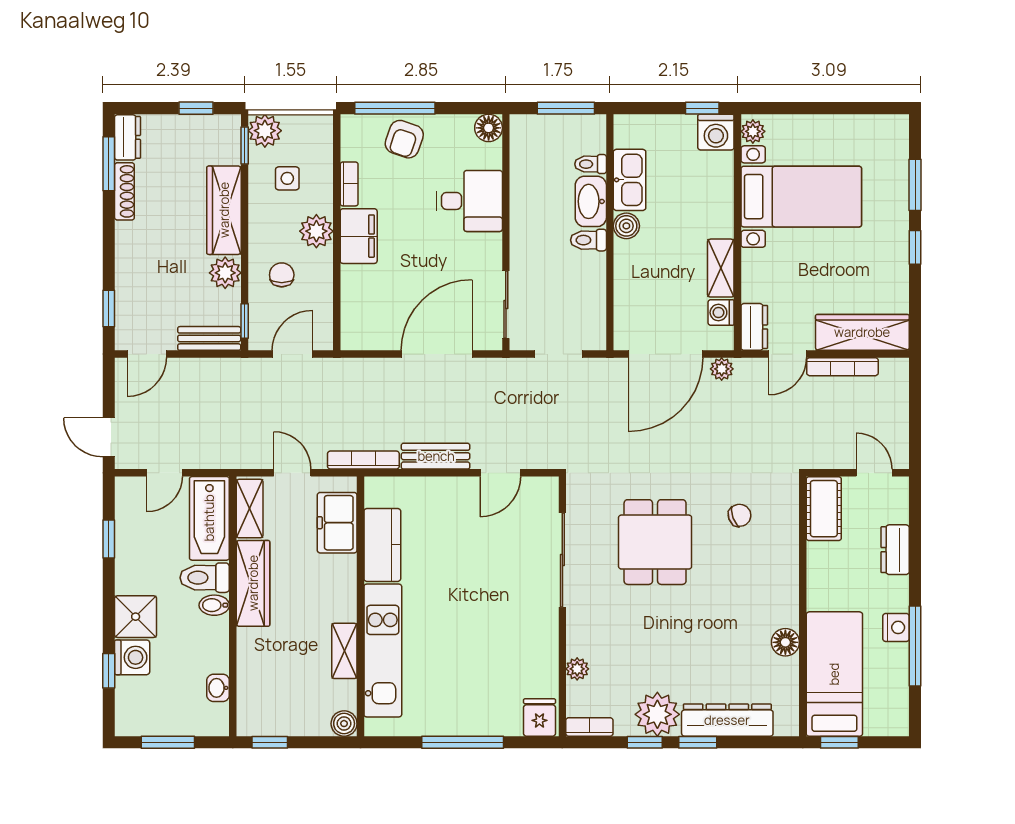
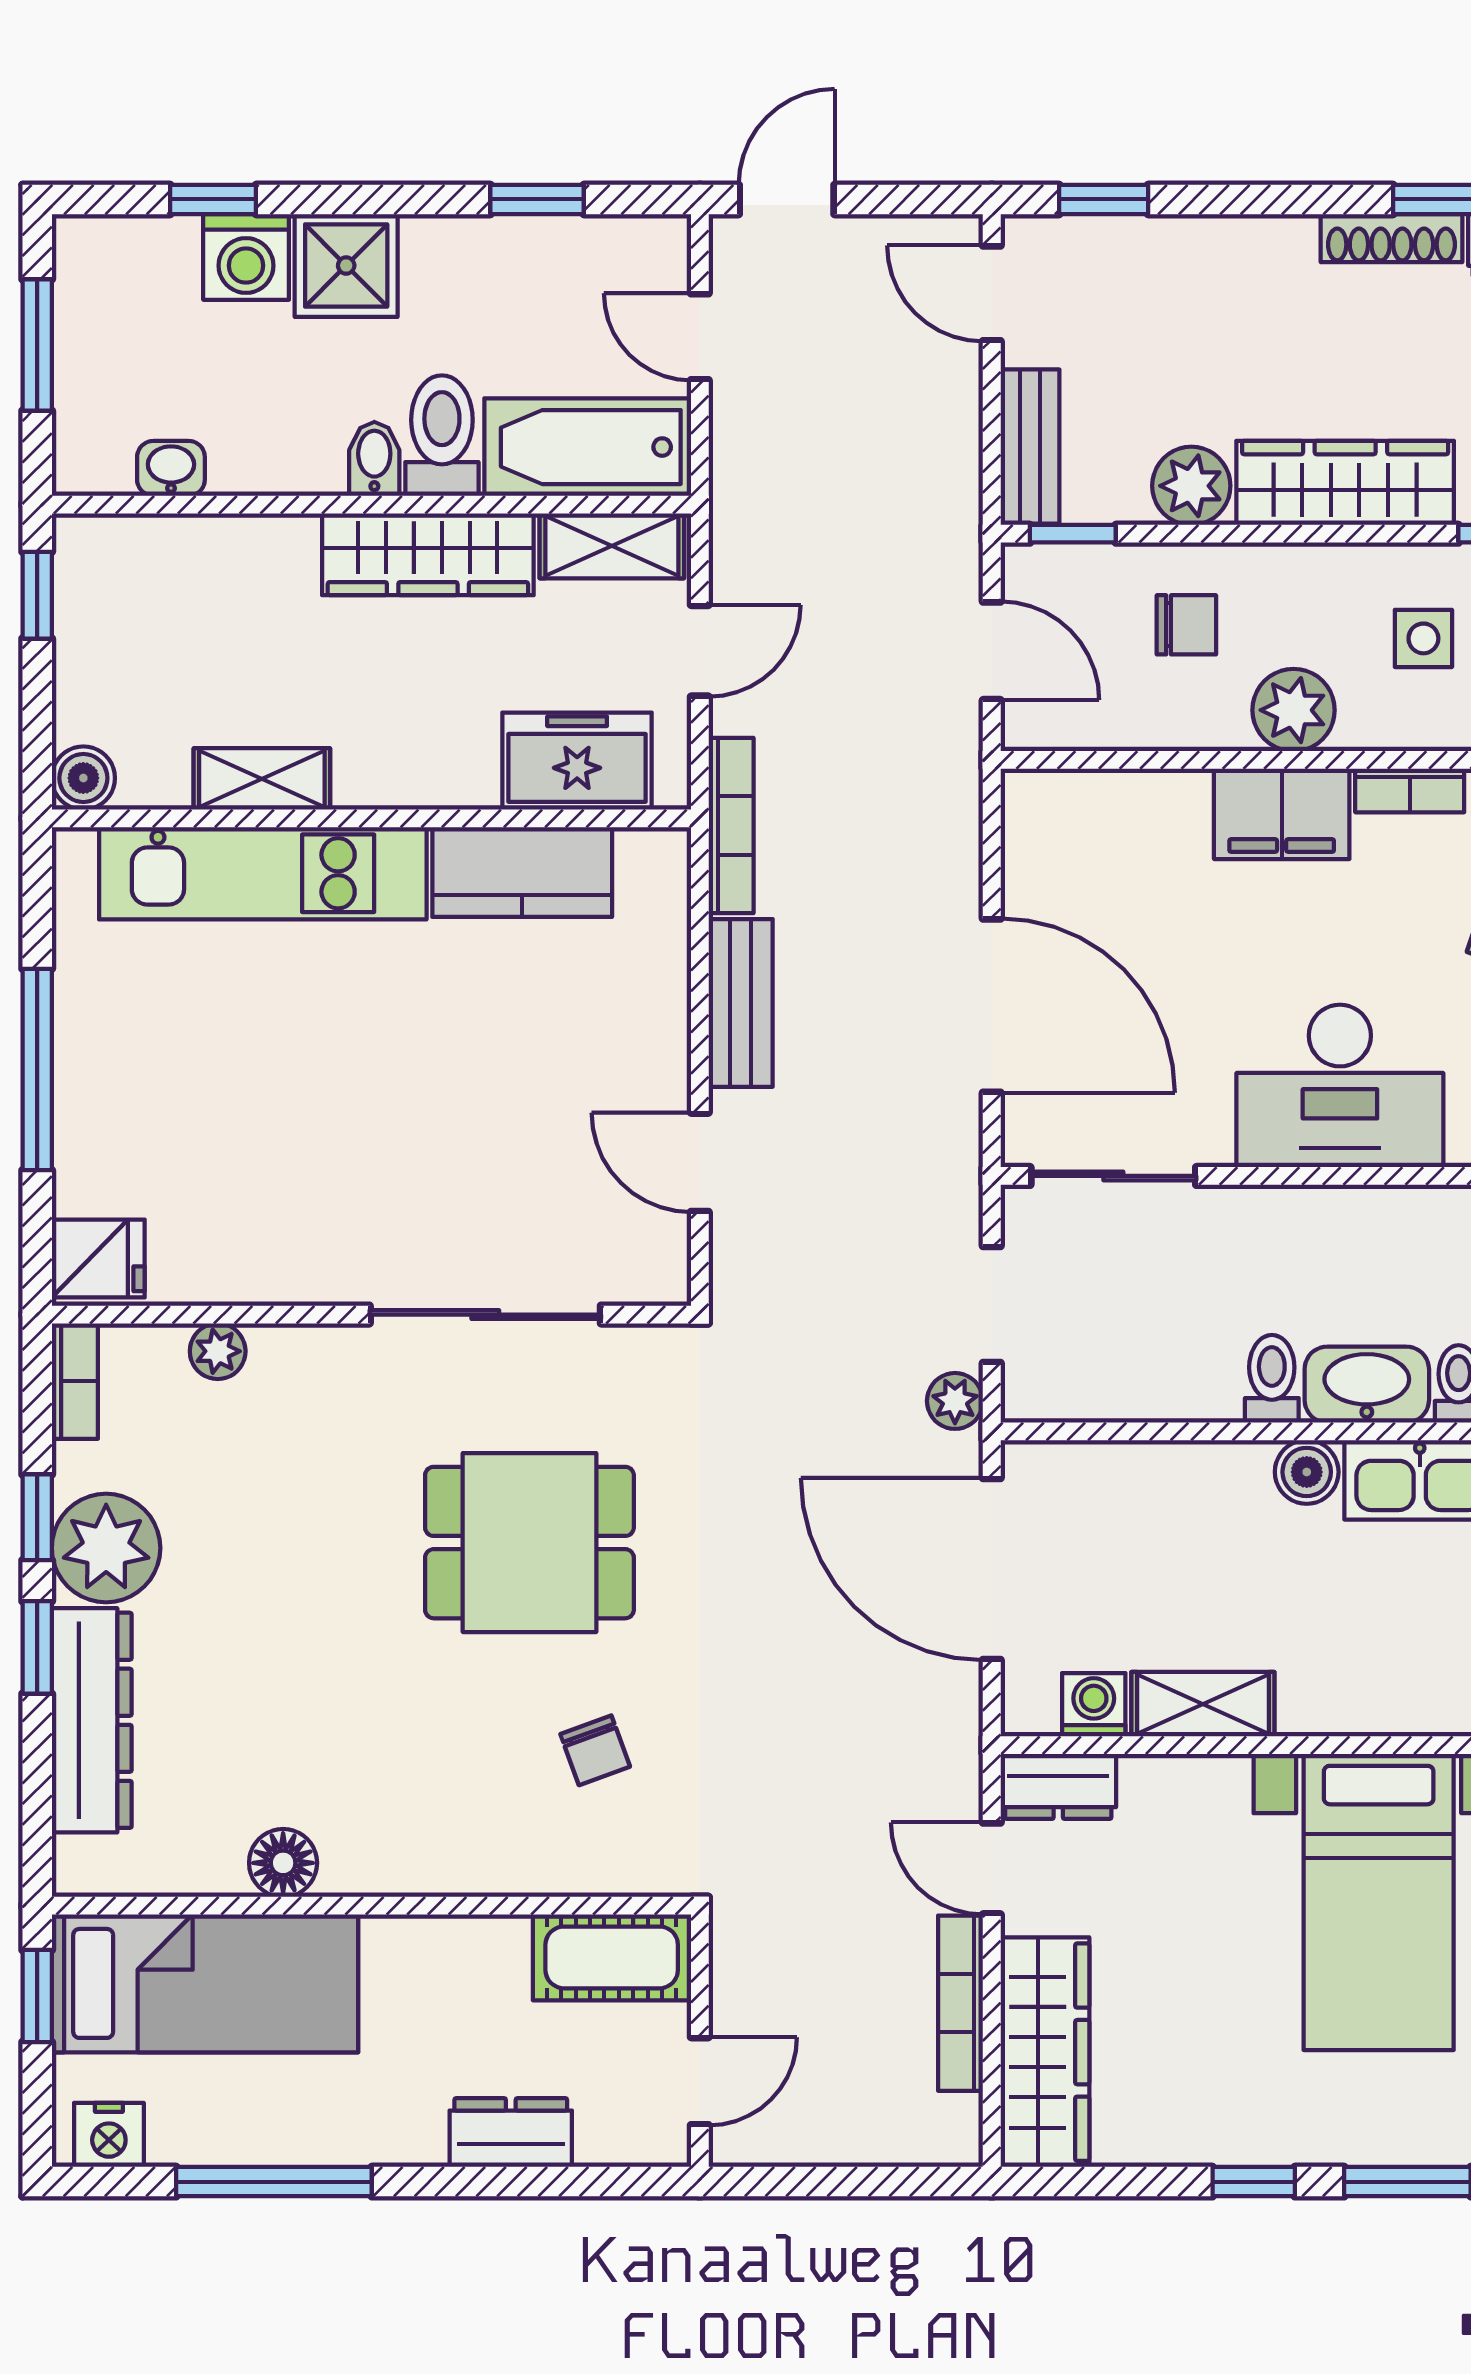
desk: (469, 201) -> (1340, 1086), width x1.37
plant: (722, 369) -> (955, 1401), moved
nightstand: (896, 627) -> (109, 2135), moved

